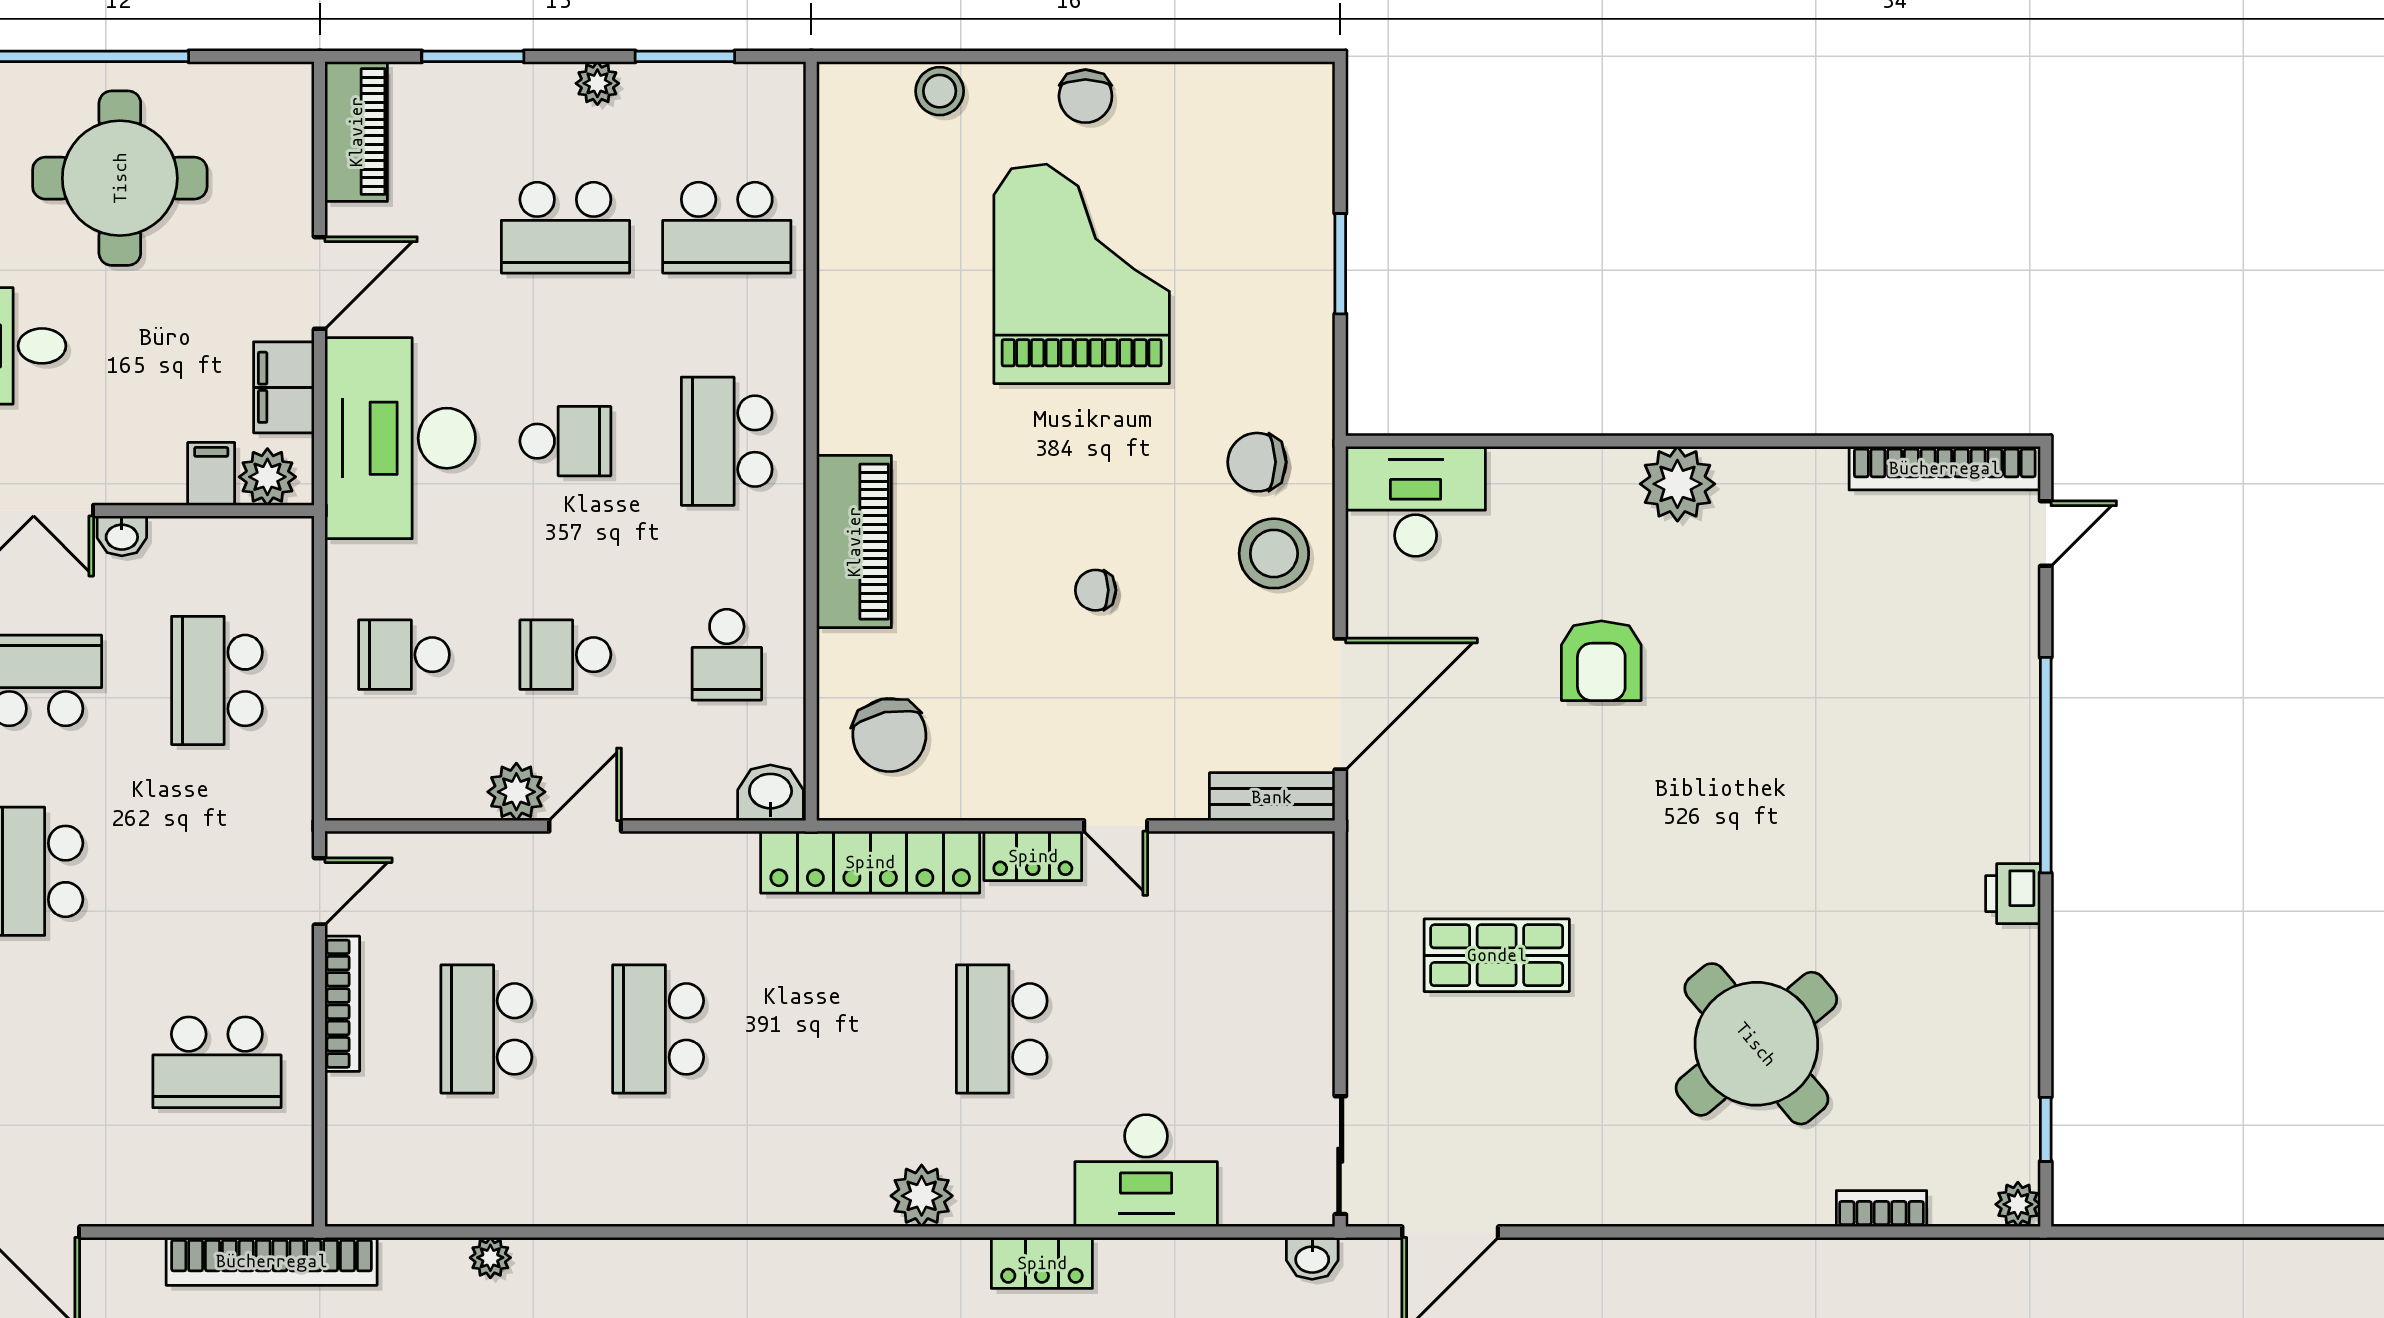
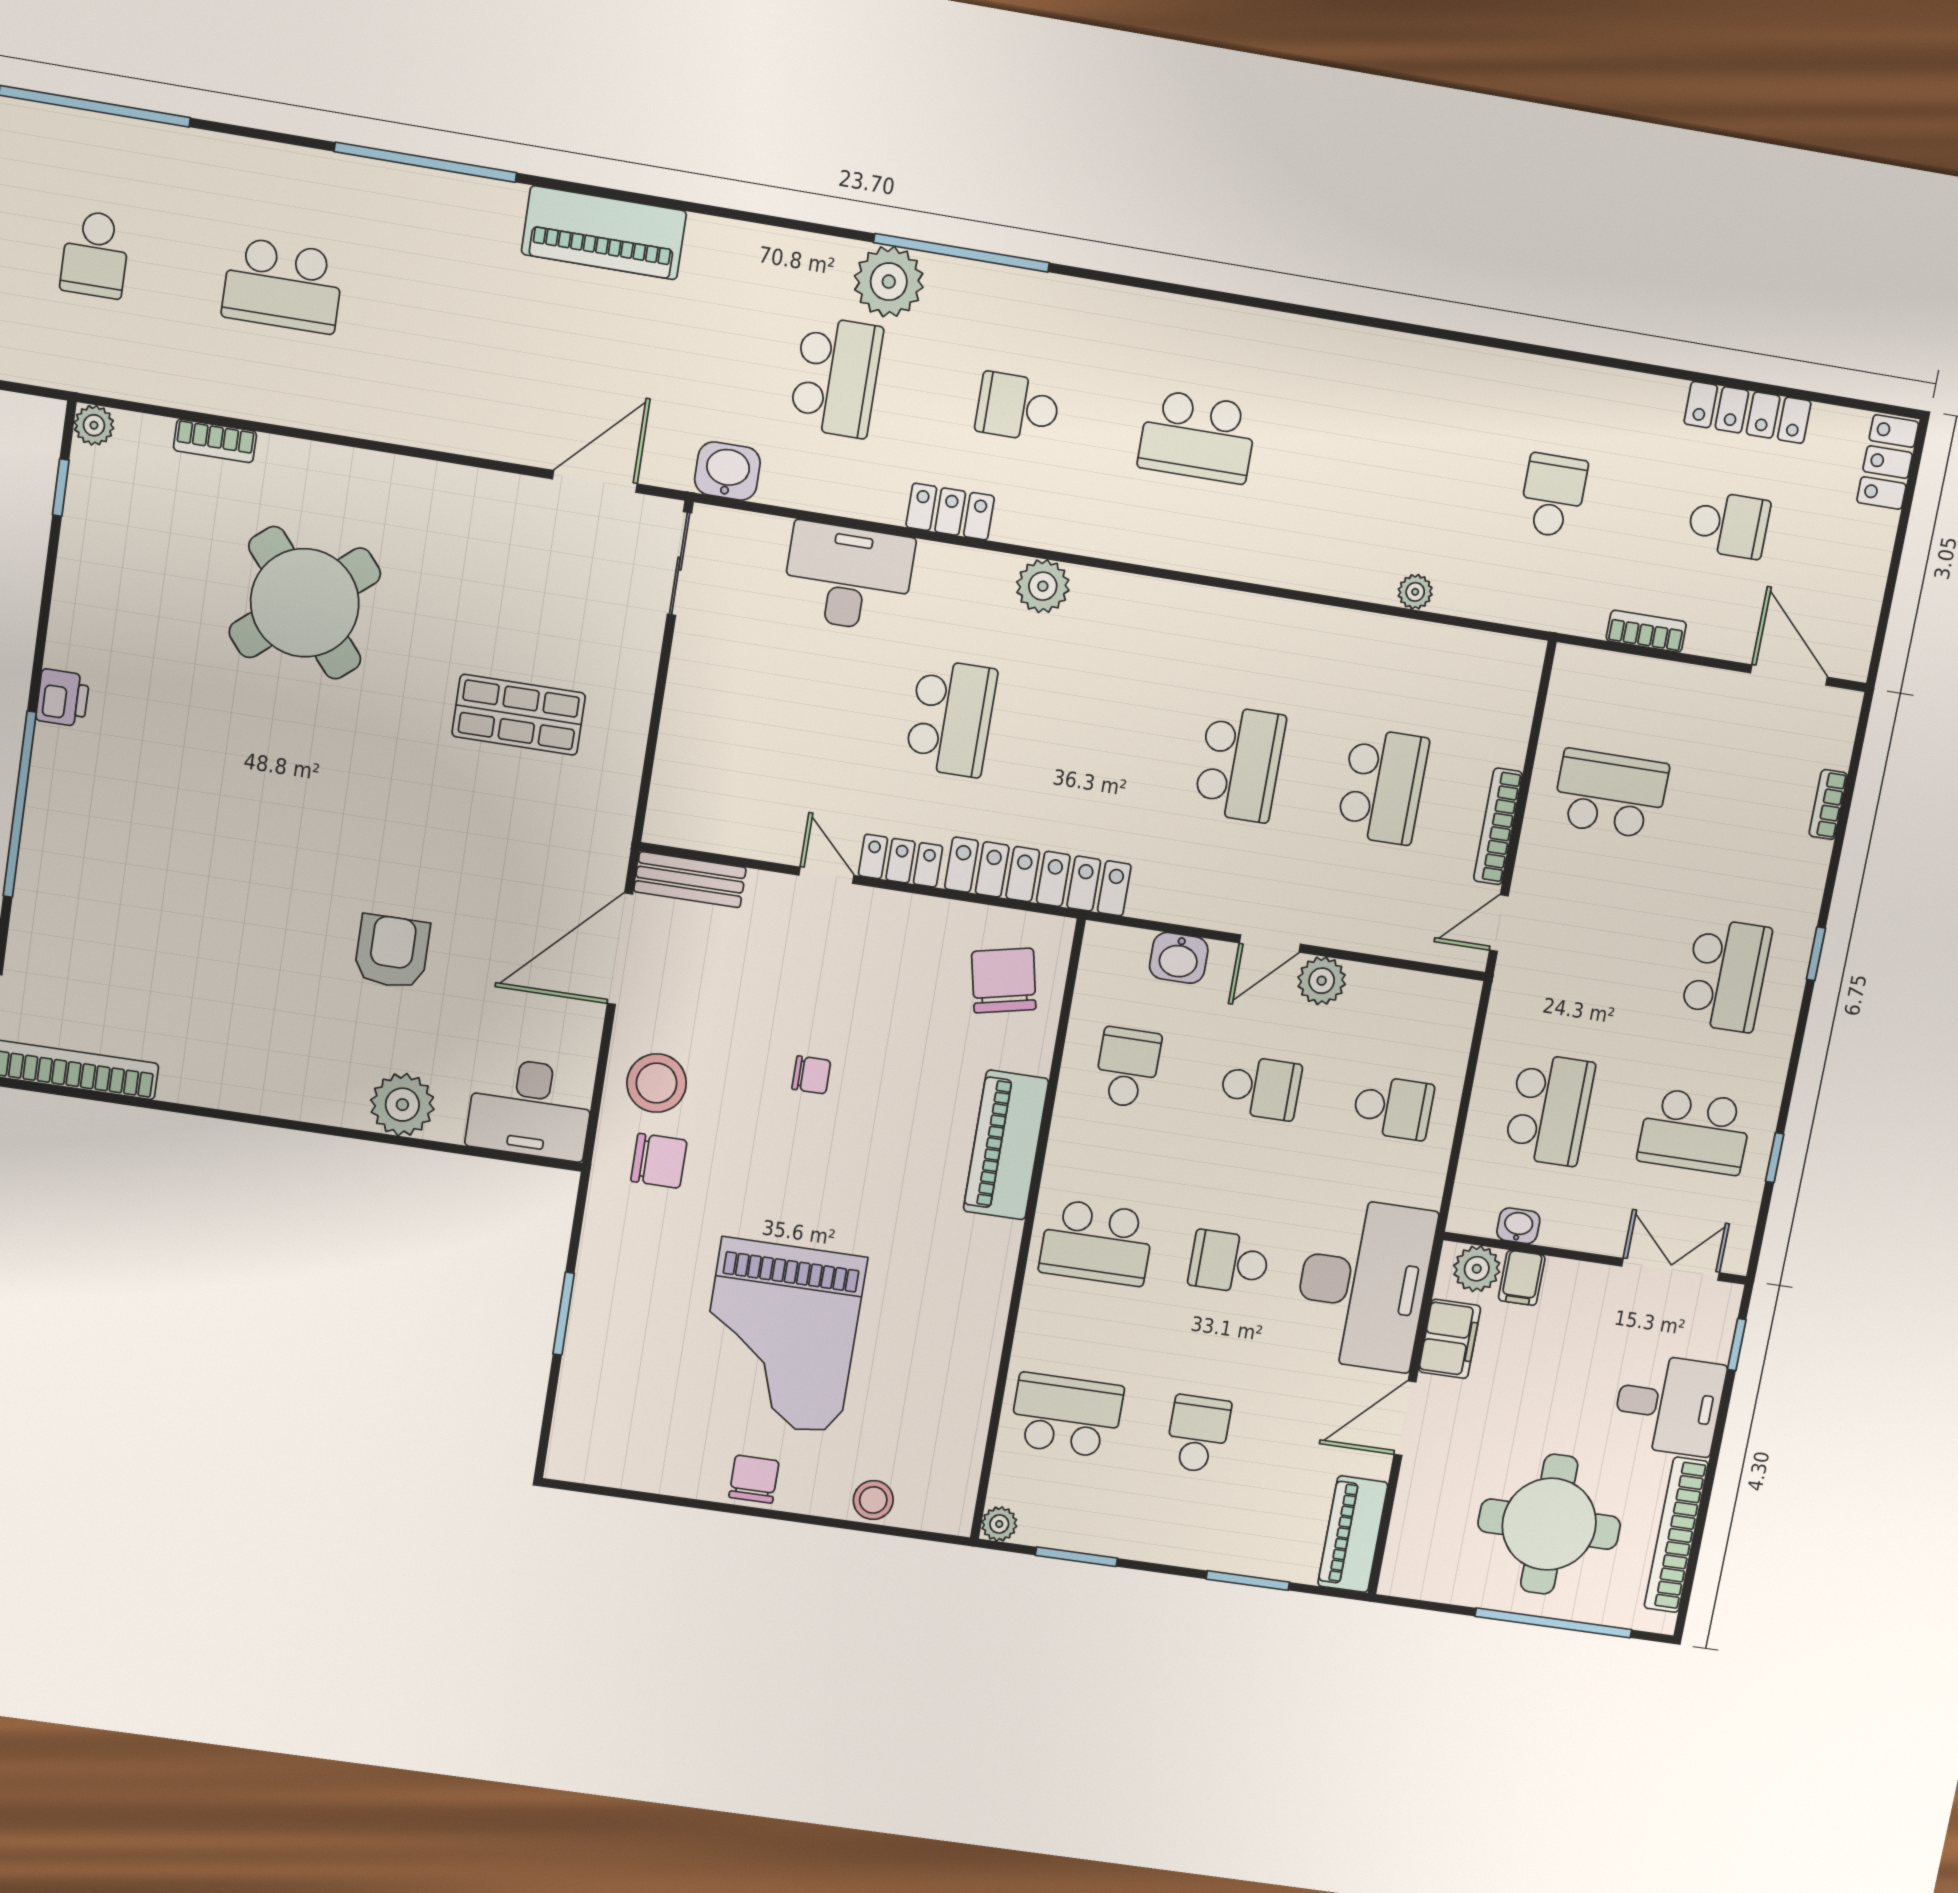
plant: (597, 83) -> (999, 1524), moved
school desk: (565, 228) -> (1198, 1434), width x0.54
school desk: (727, 441) -> (1097, 1243), turned 90
plant: (1677, 484) -> (402, 1105), moved
washbasin: (122, 536) -> (1518, 1226), moved
washbasin: (770, 793) -> (1179, 958), moved
washbasin: (1312, 1258) -> (727, 471), width x1.38, depth x1.45
bookcase: (272, 1261) -> (1646, 631), width x0.43, depth x0.76

